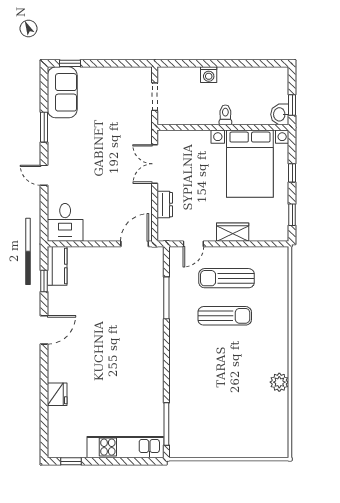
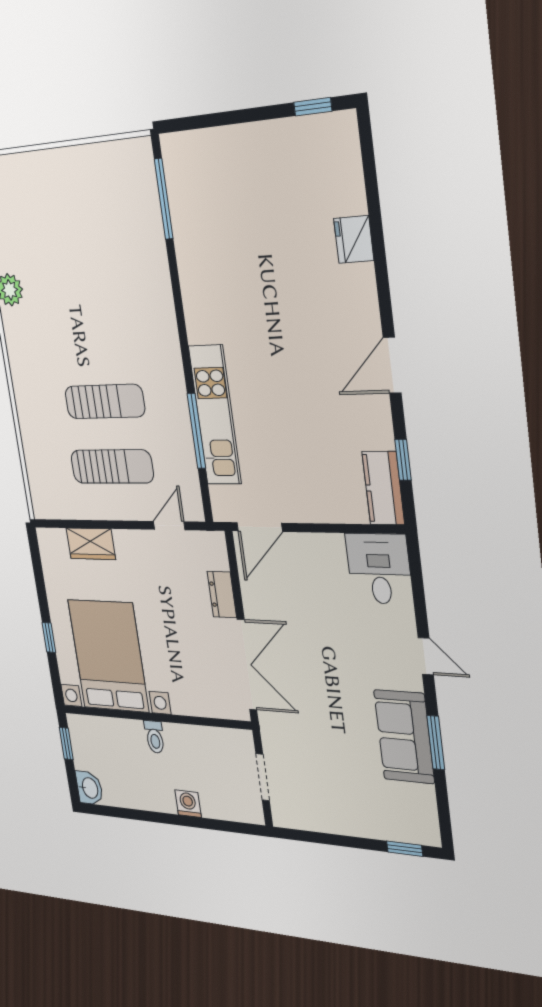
sofa: (62, 92) -> (404, 737), moved
washbasin: (280, 114) -> (89, 788), moved
double door: (155, 164) -> (247, 665), width x1.37
window: (292, 215) -> (38, 571), removed
wardrobe: (233, 232) -> (91, 544), moved
sun lounger: (225, 316) -> (105, 401), turned 180
kitchen unit: (126, 447) -> (215, 415), moved, turned -90

